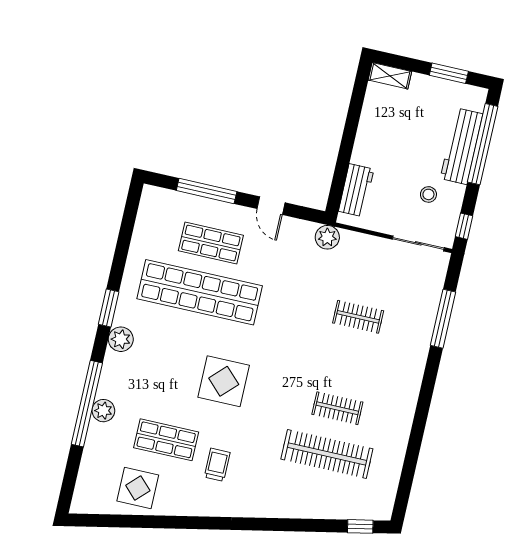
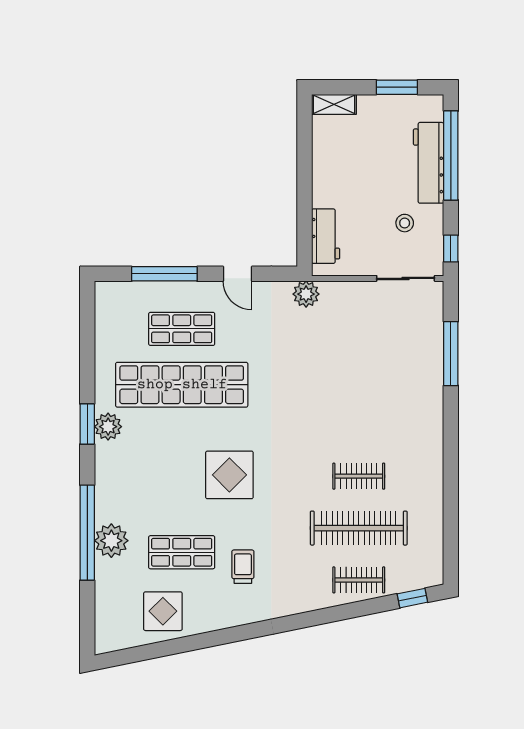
clothes rail: (358, 317) -> (359, 580), moved
plant: (121, 339) -> (108, 427), moved
plant: (103, 411) -> (111, 541), width x1.36, depth x1.36

